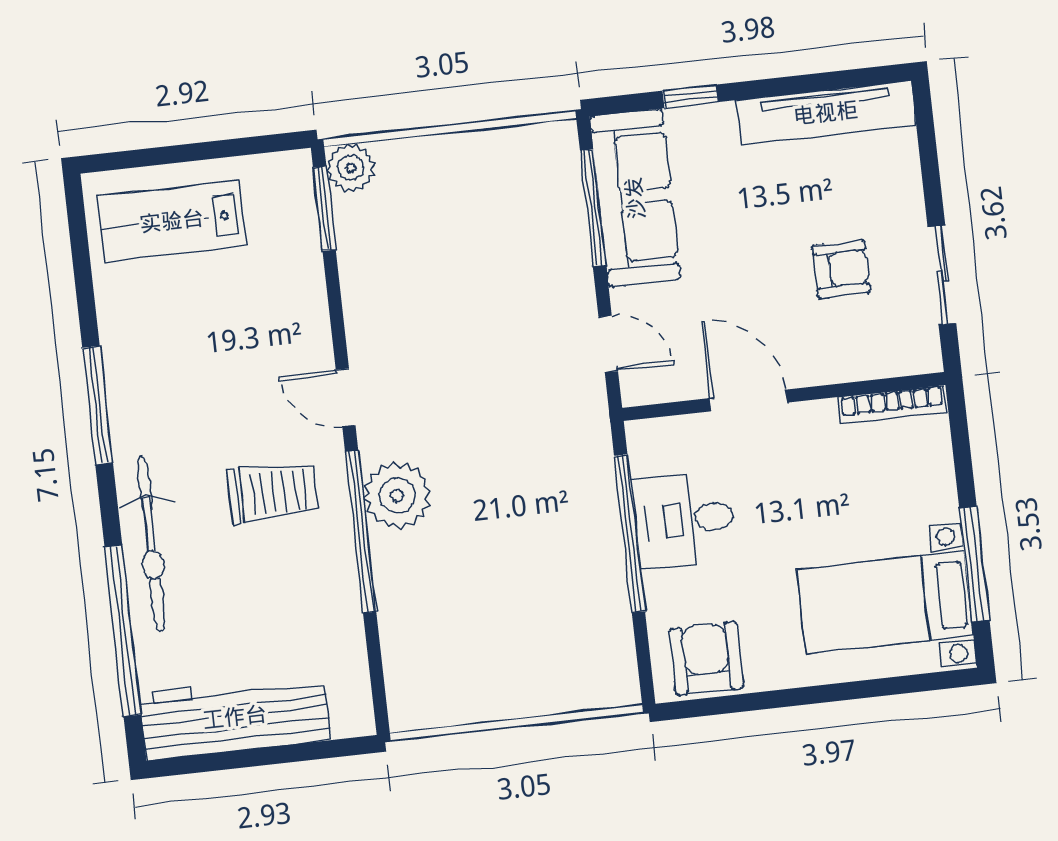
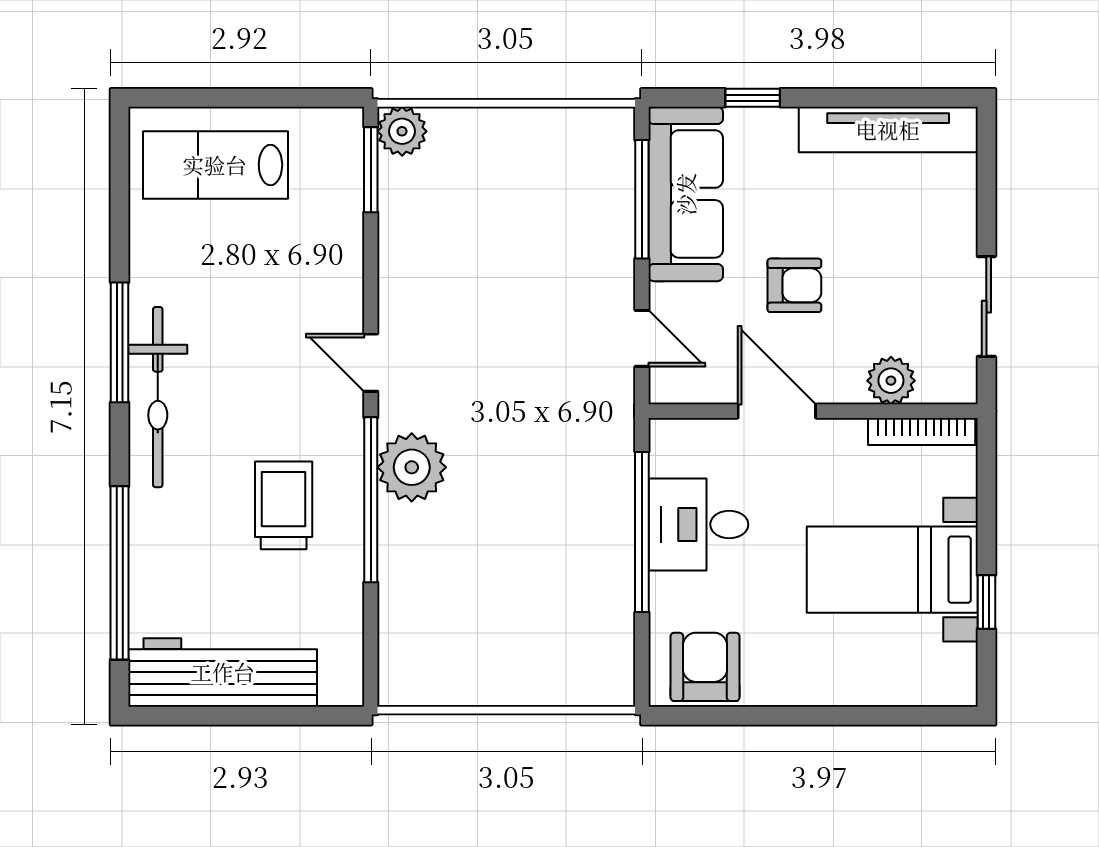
armchair: (841, 269) -> (794, 285), moved
plant: (857, 358) -> (891, 381), added
trolley: (273, 492) -> (284, 505), moved, turned -90
bicycle: (151, 544) -> (158, 397), moved
window: (974, 564) -> (986, 602), width x0.46
bed with nightstands: (885, 603) -> (892, 570), moved

